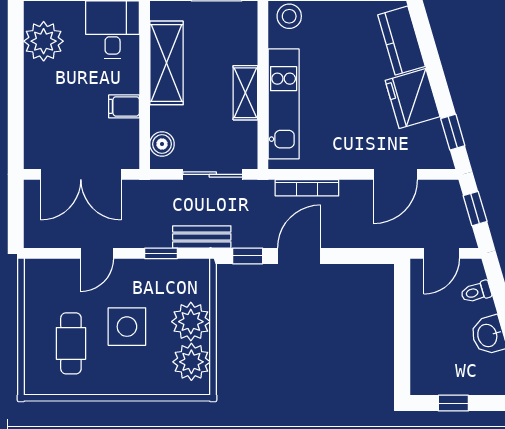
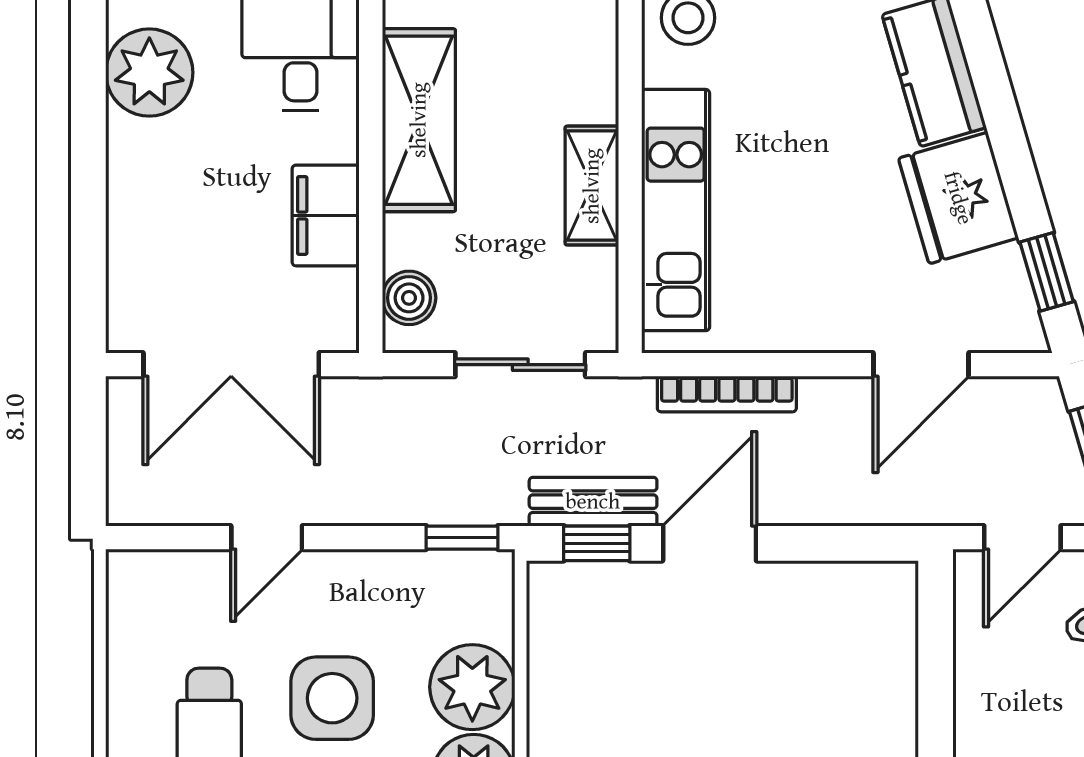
filing cabinet: (124, 106) -> (326, 215), width x2.00
bench: (202, 237) -> (593, 502), moved
window: (161, 253) -> (462, 538), moved

